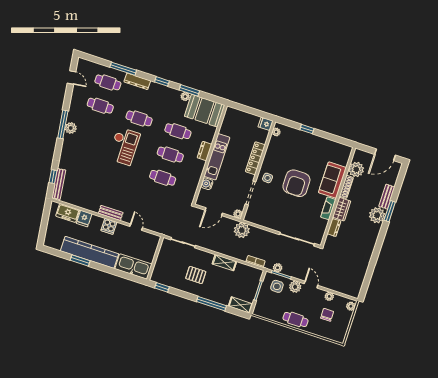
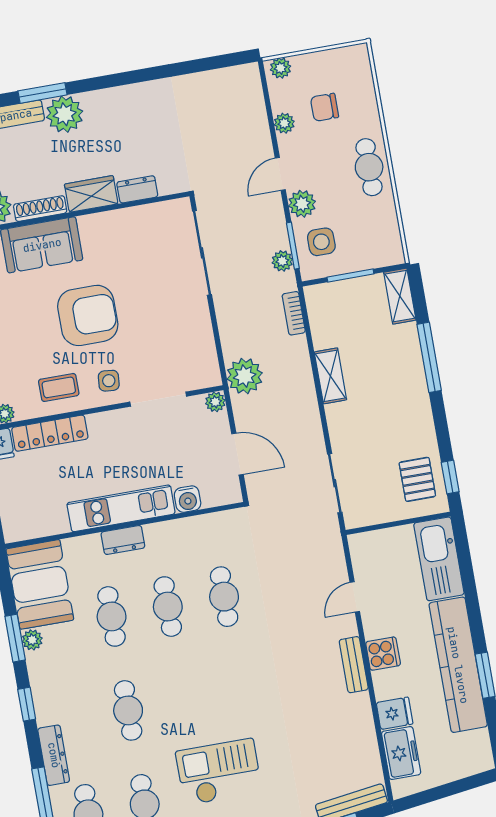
checkout: (124, 146) -> (219, 772), moved
locker: (255, 158) -> (50, 433), moved
coffee table: (275, 158) -> (59, 387), added
fireplace: (328, 208) -> (104, 222), removed
pallet: (196, 275) -> (417, 479), moved

